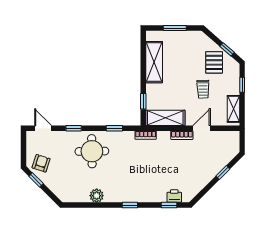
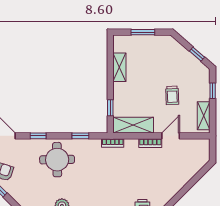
shelving: (154, 62) -> (119, 67), width x0.67, depth x0.75
pallet: (214, 62) -> (184, 68), removed
window: (223, 172) -> (193, 182), removed

